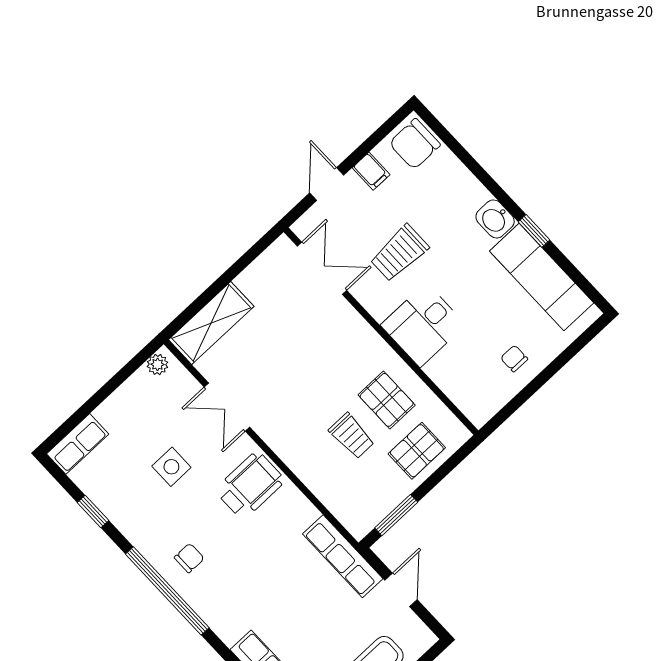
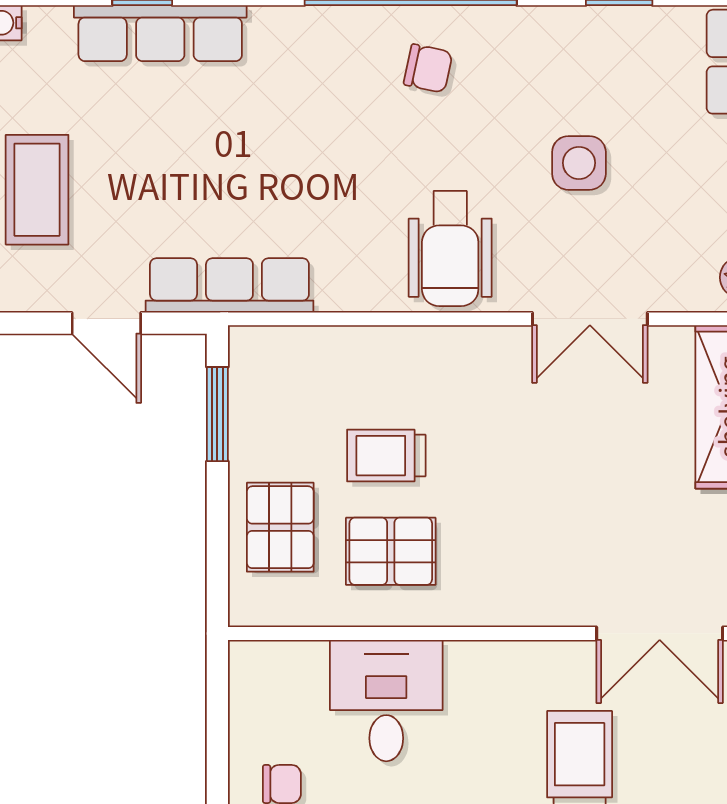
desk: (423, 325) -> (386, 701), moved
double door: (227, 407) -> (590, 319), swing flipped
chair: (189, 558) -> (428, 68), turned -78

